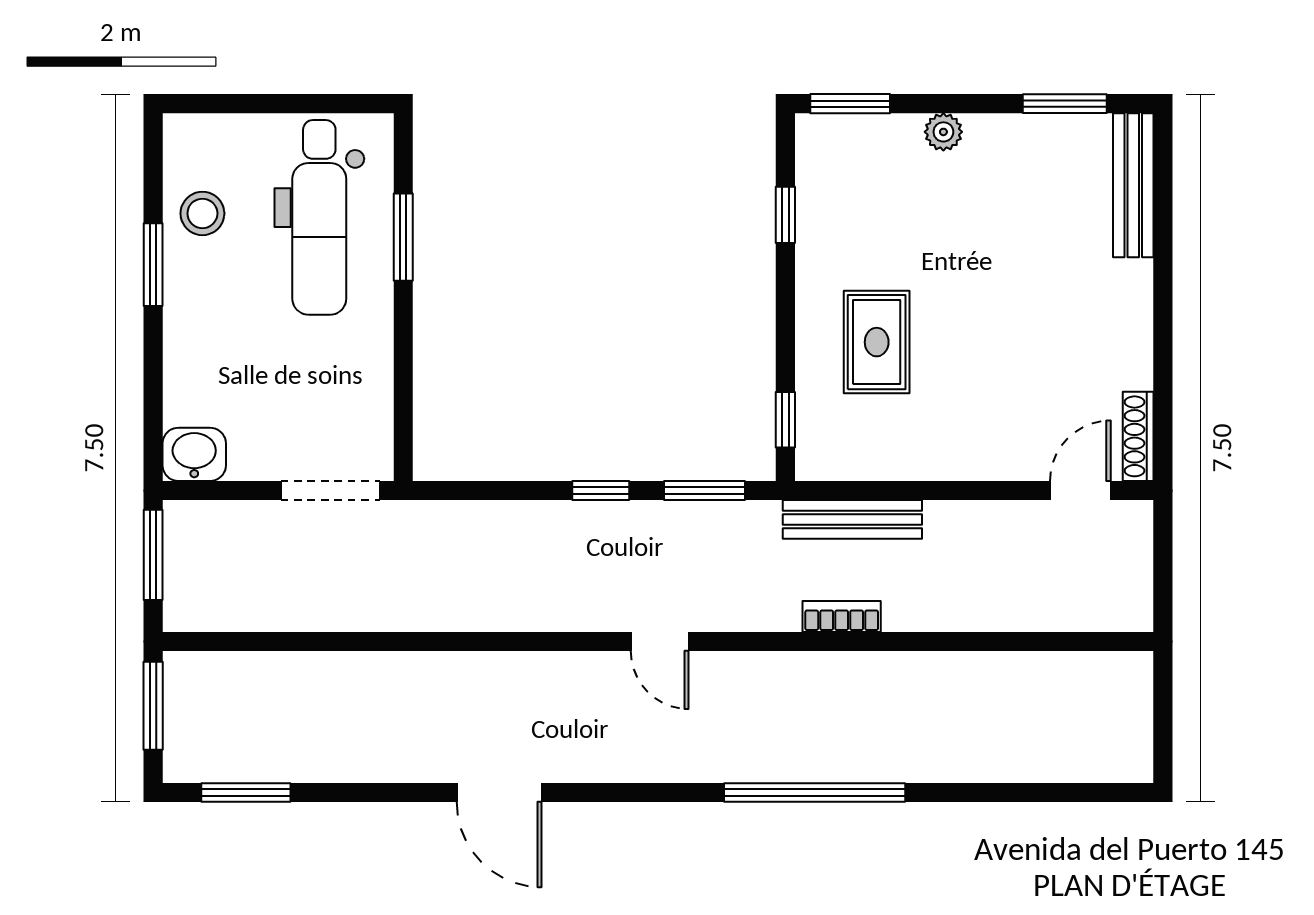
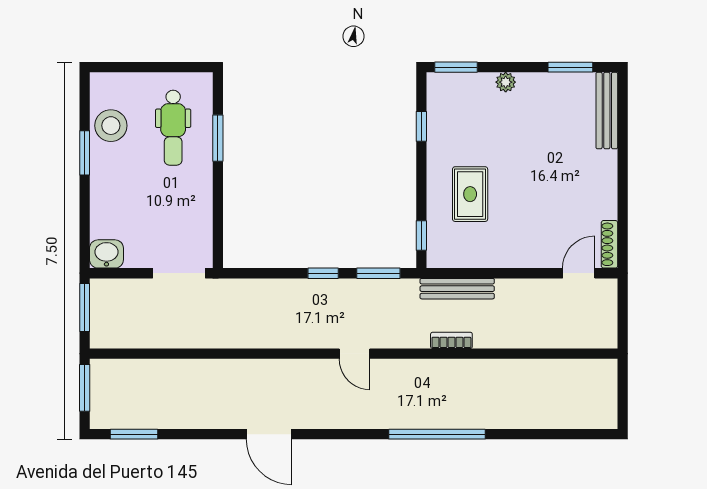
stool: (202, 213) -> (111, 126), width x1.38, depth x1.38
dental chair: (319, 217) -> (173, 128), width x0.73, depth x0.72

